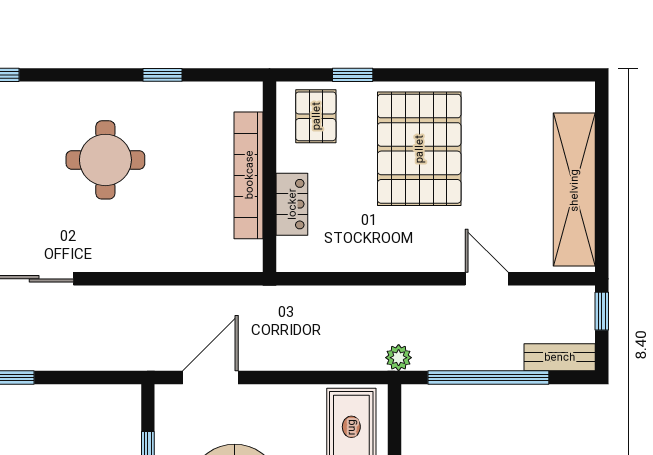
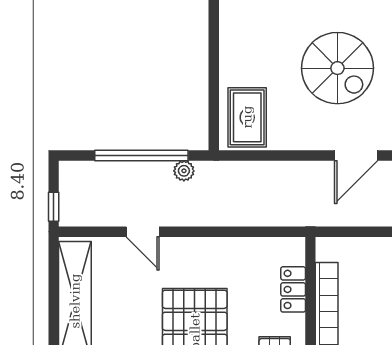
bench: (560, 357) -> (86, 171), removed
plant: (399, 358) -> (184, 171), moved

